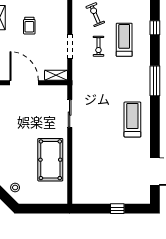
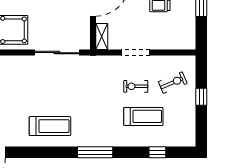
sliding door: (70, 114) -> (57, 53), width x1.37

